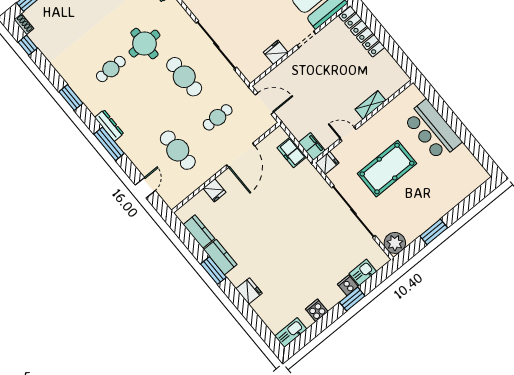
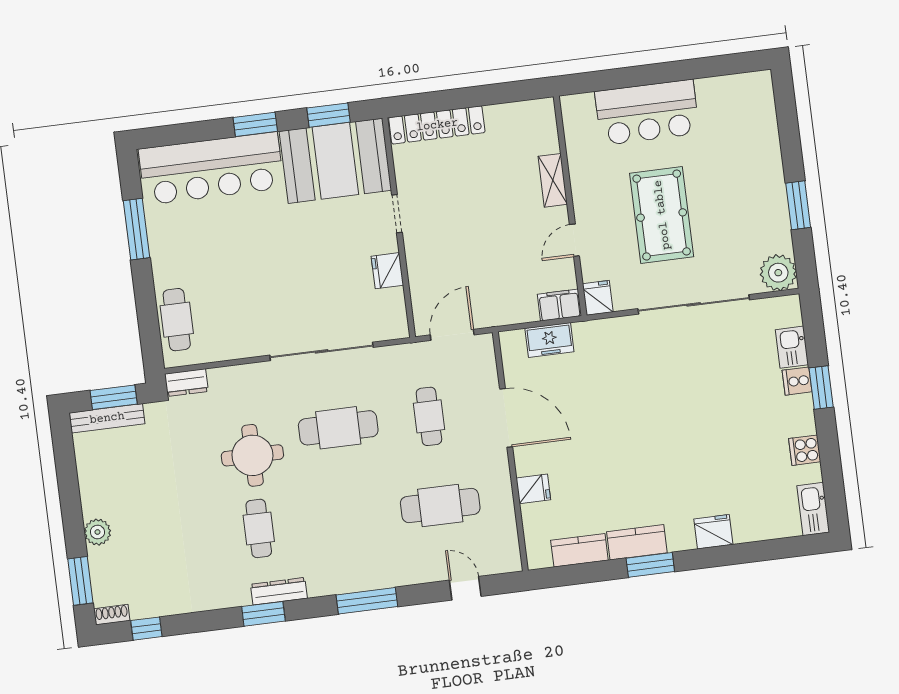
dresser: (109, 126) -> (279, 591), moved

